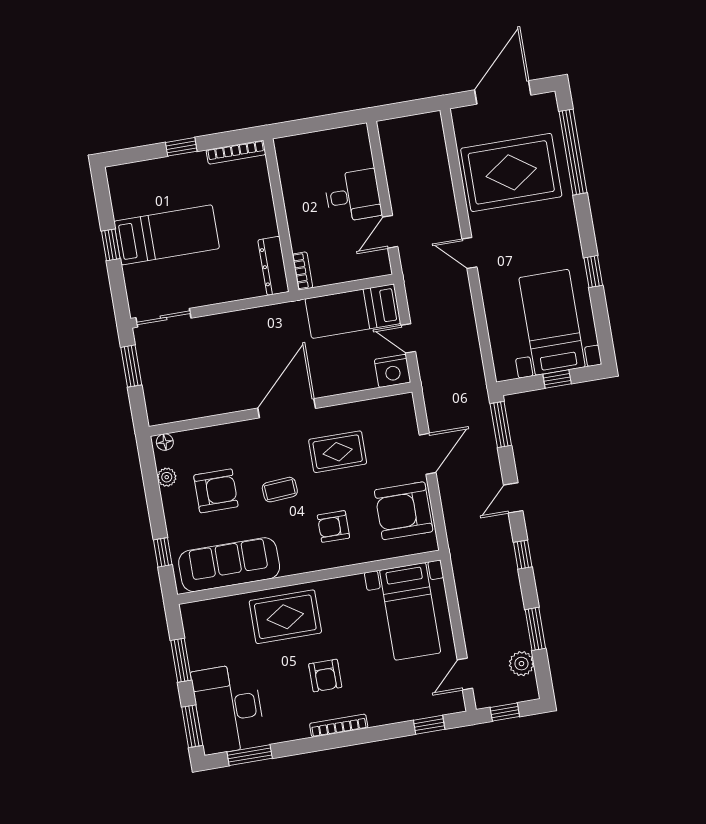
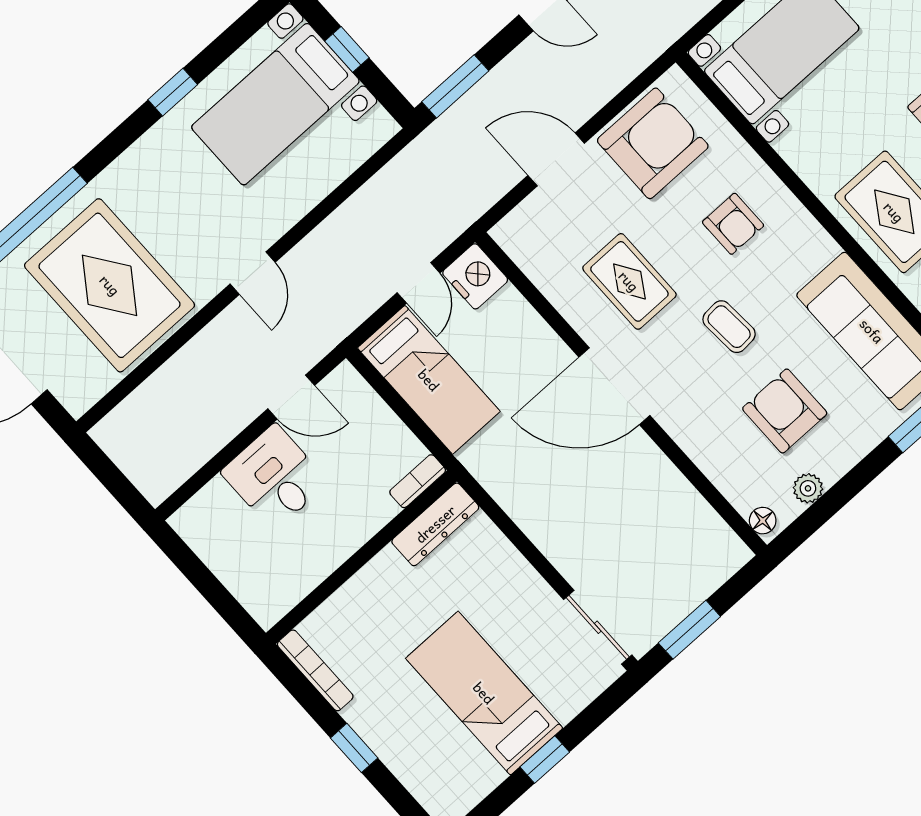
armchair: (404, 511) -> (653, 143), turned -90

